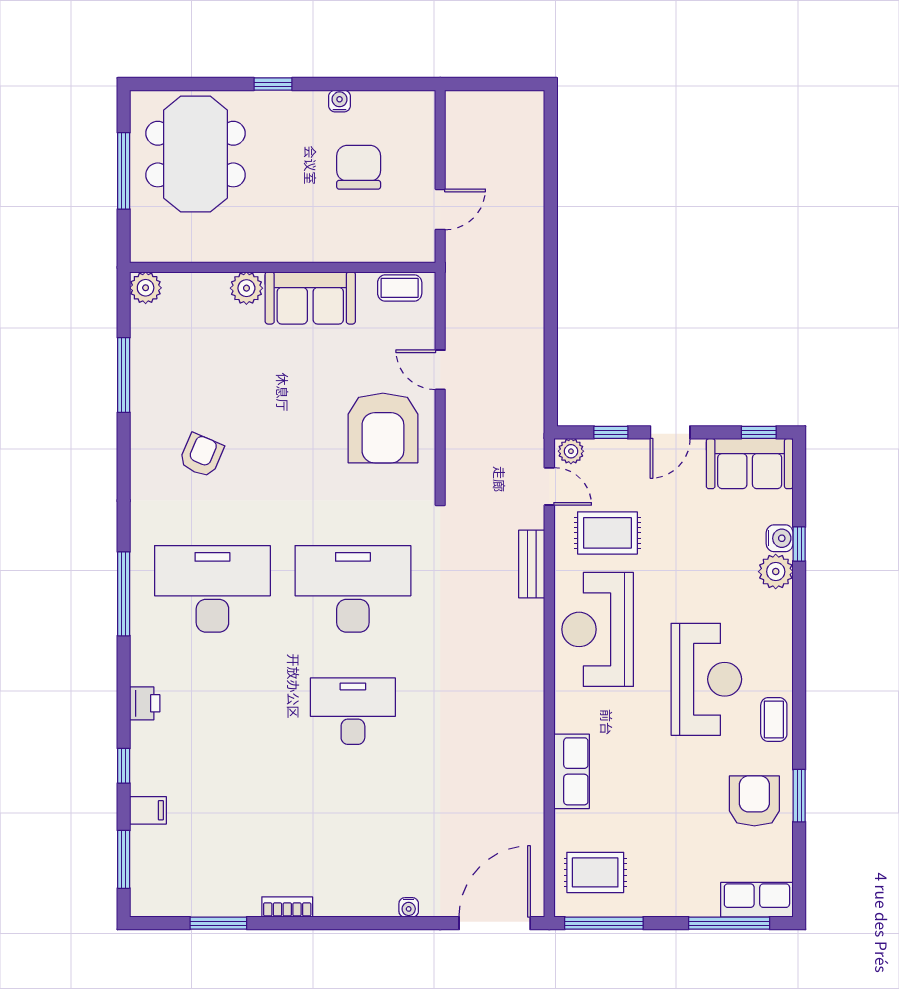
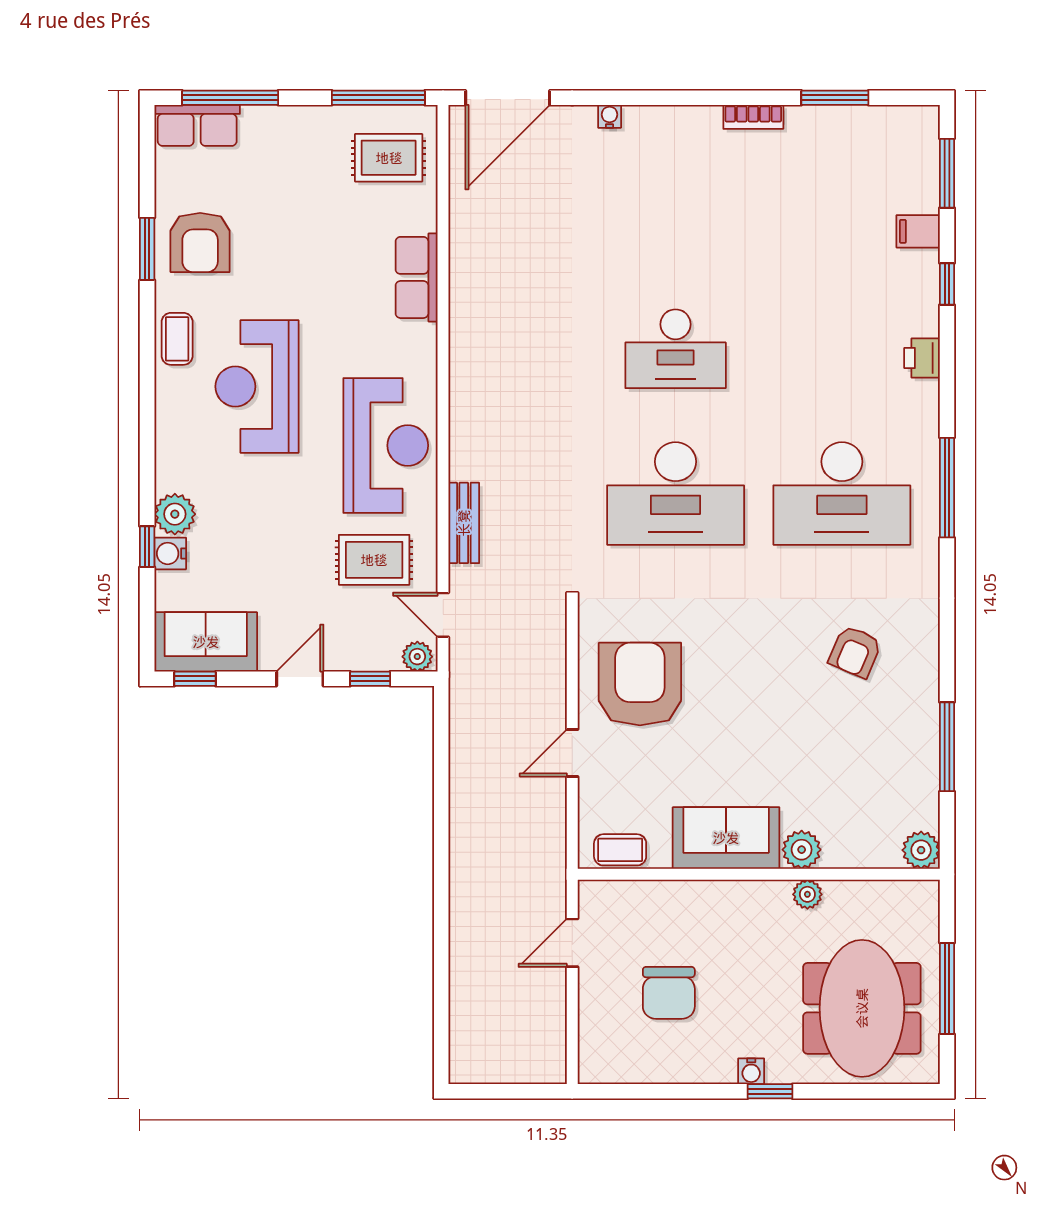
water cooler: (340, 101) -> (751, 1071), moved
plant: (242, 250) -> (807, 894), added
door: (440, 370) -> (572, 753), swing flipped

